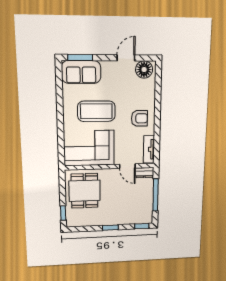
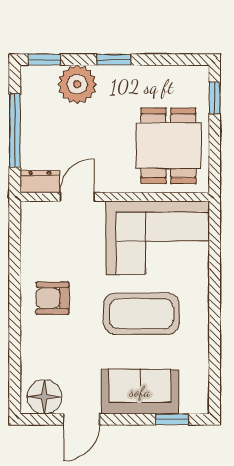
window: (80, 58) -> (172, 419), width x0.67
sofa: (81, 72) -> (140, 392), moved
tv unit: (149, 149) -> (31, 232), removed
door: (127, 166) -> (77, 197), hinge flipped
plant: (127, 216) -> (77, 84), added

